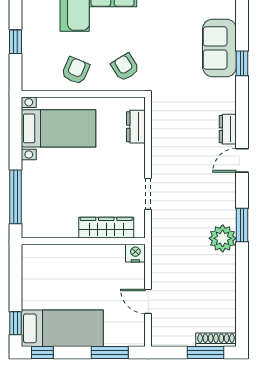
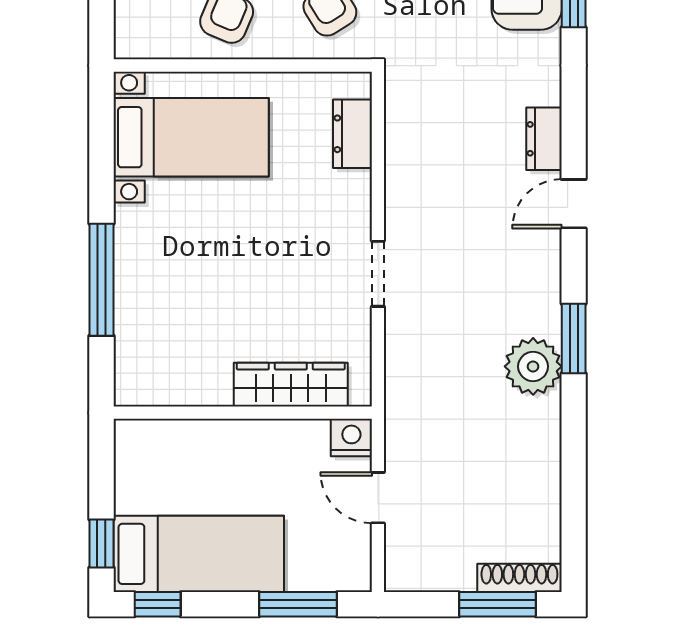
wardrobe: (106, 228) -> (291, 385), moved
wall: (83, 241) -> (243, 413), moved
nightstand: (135, 253) -> (351, 437), moved

